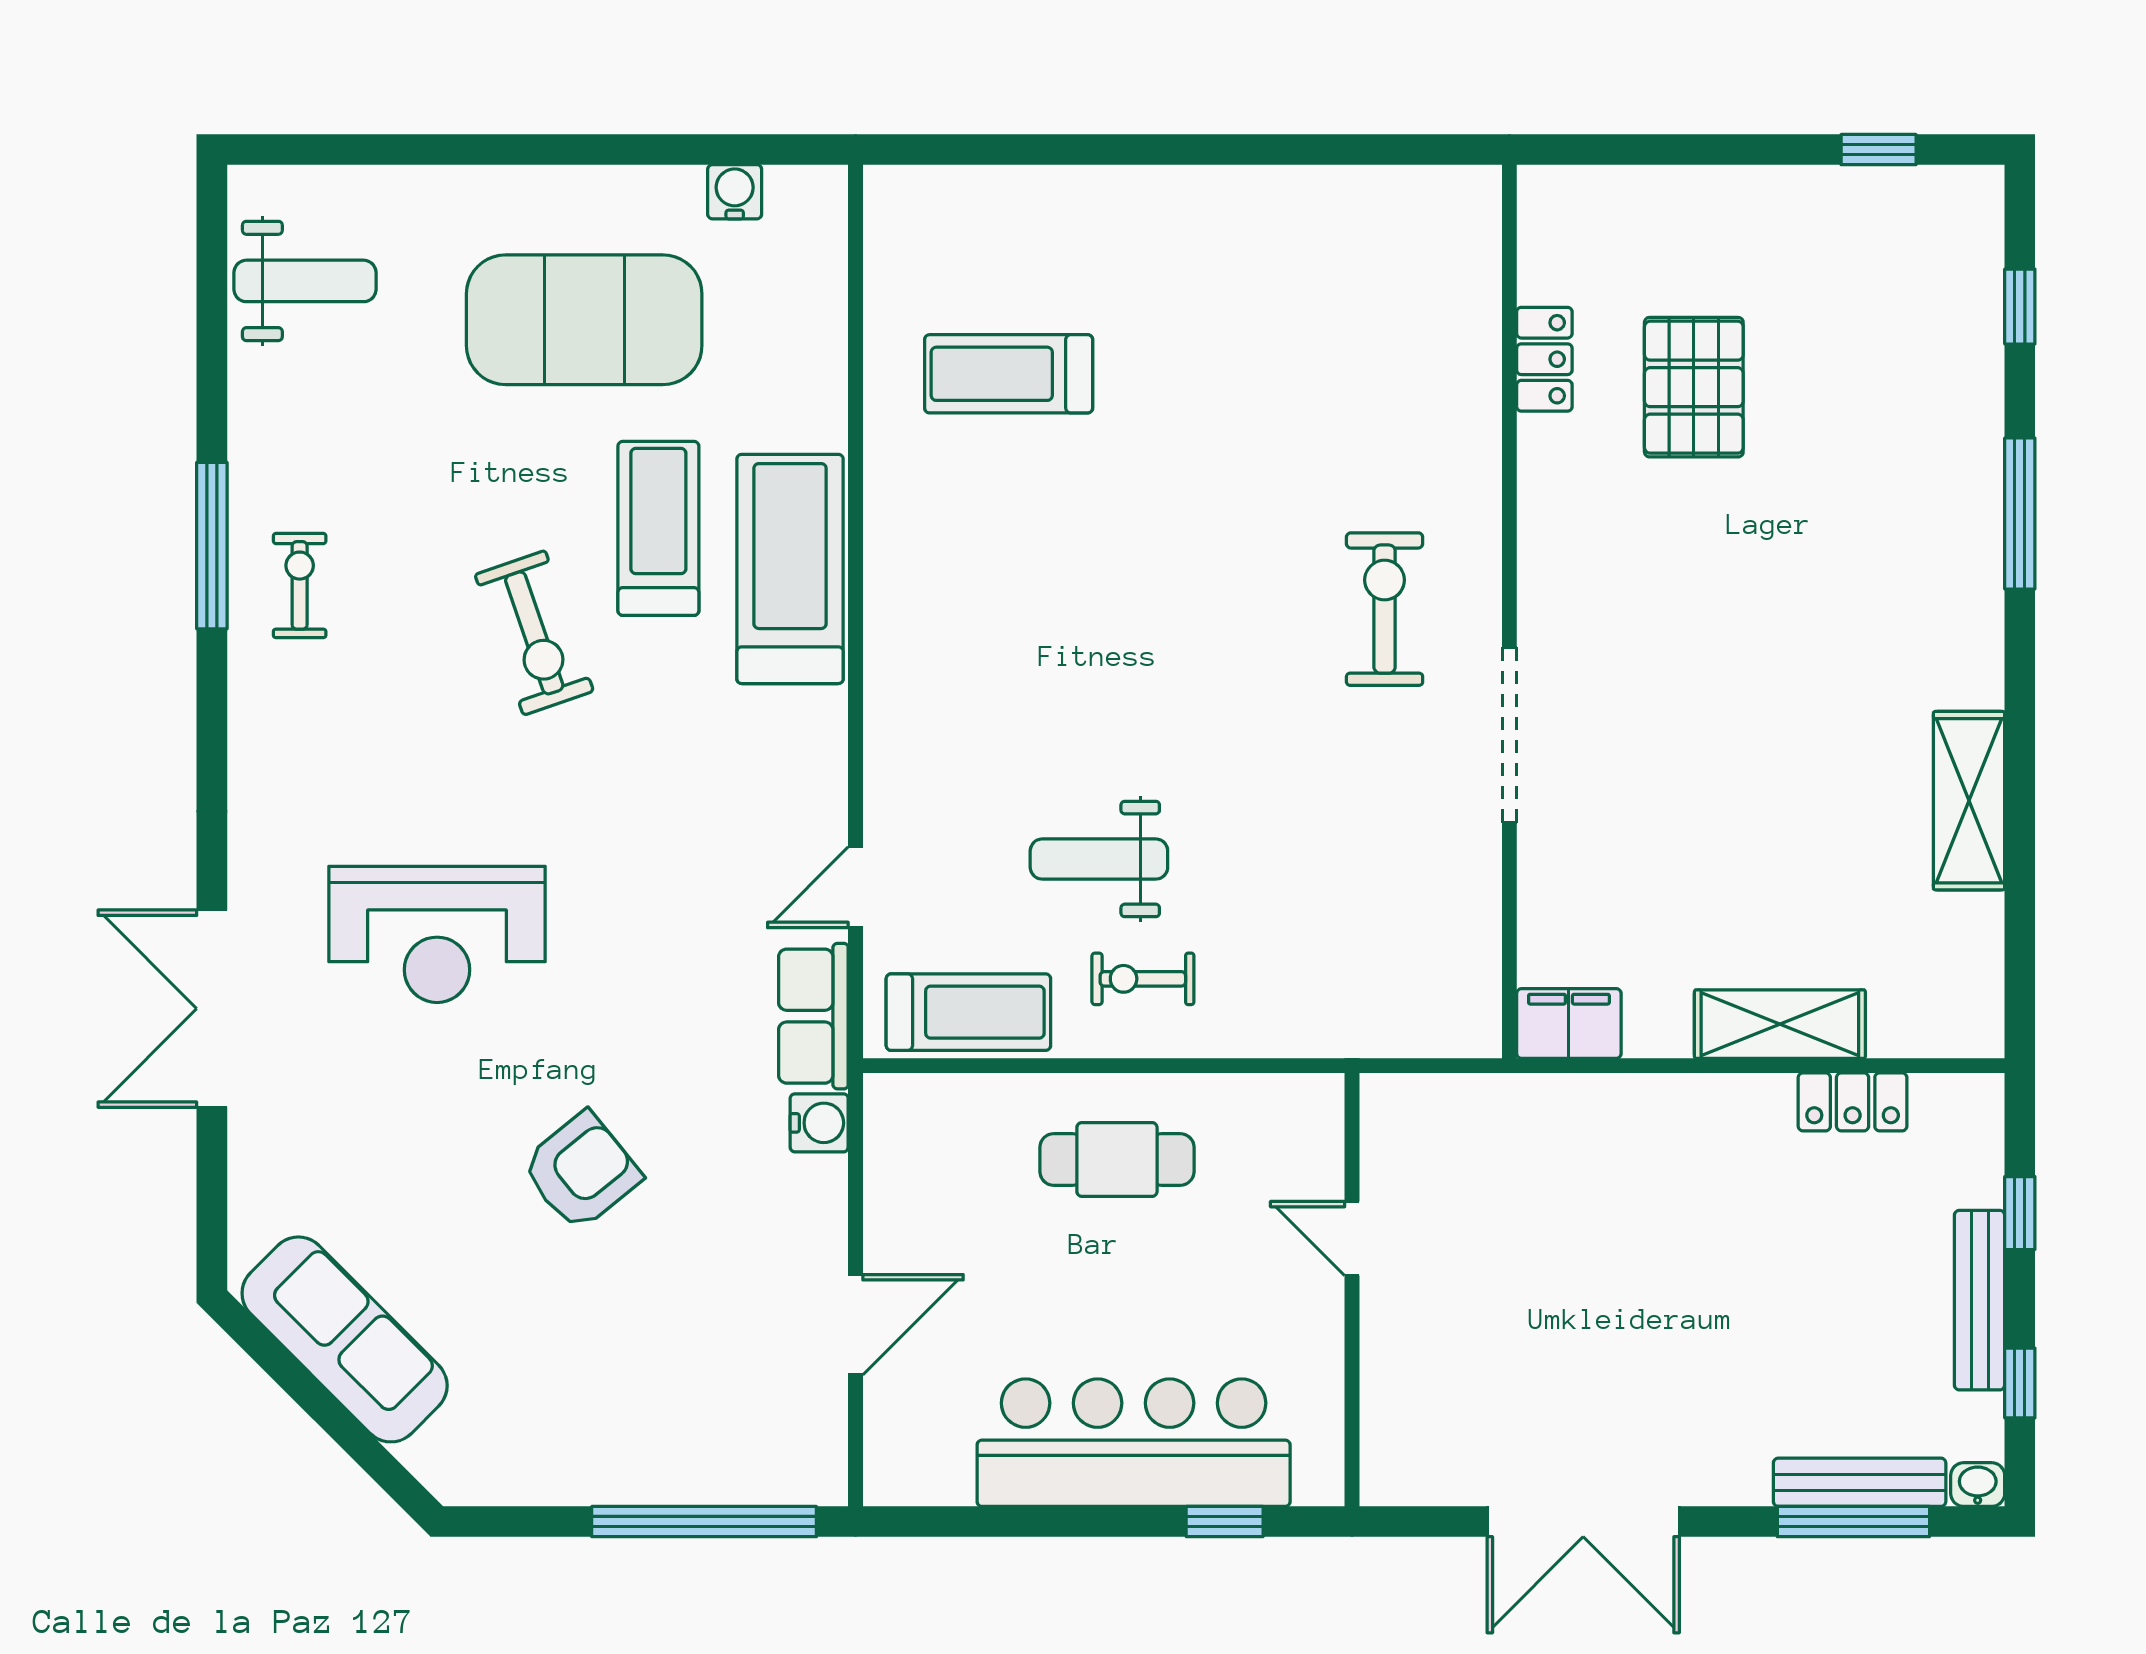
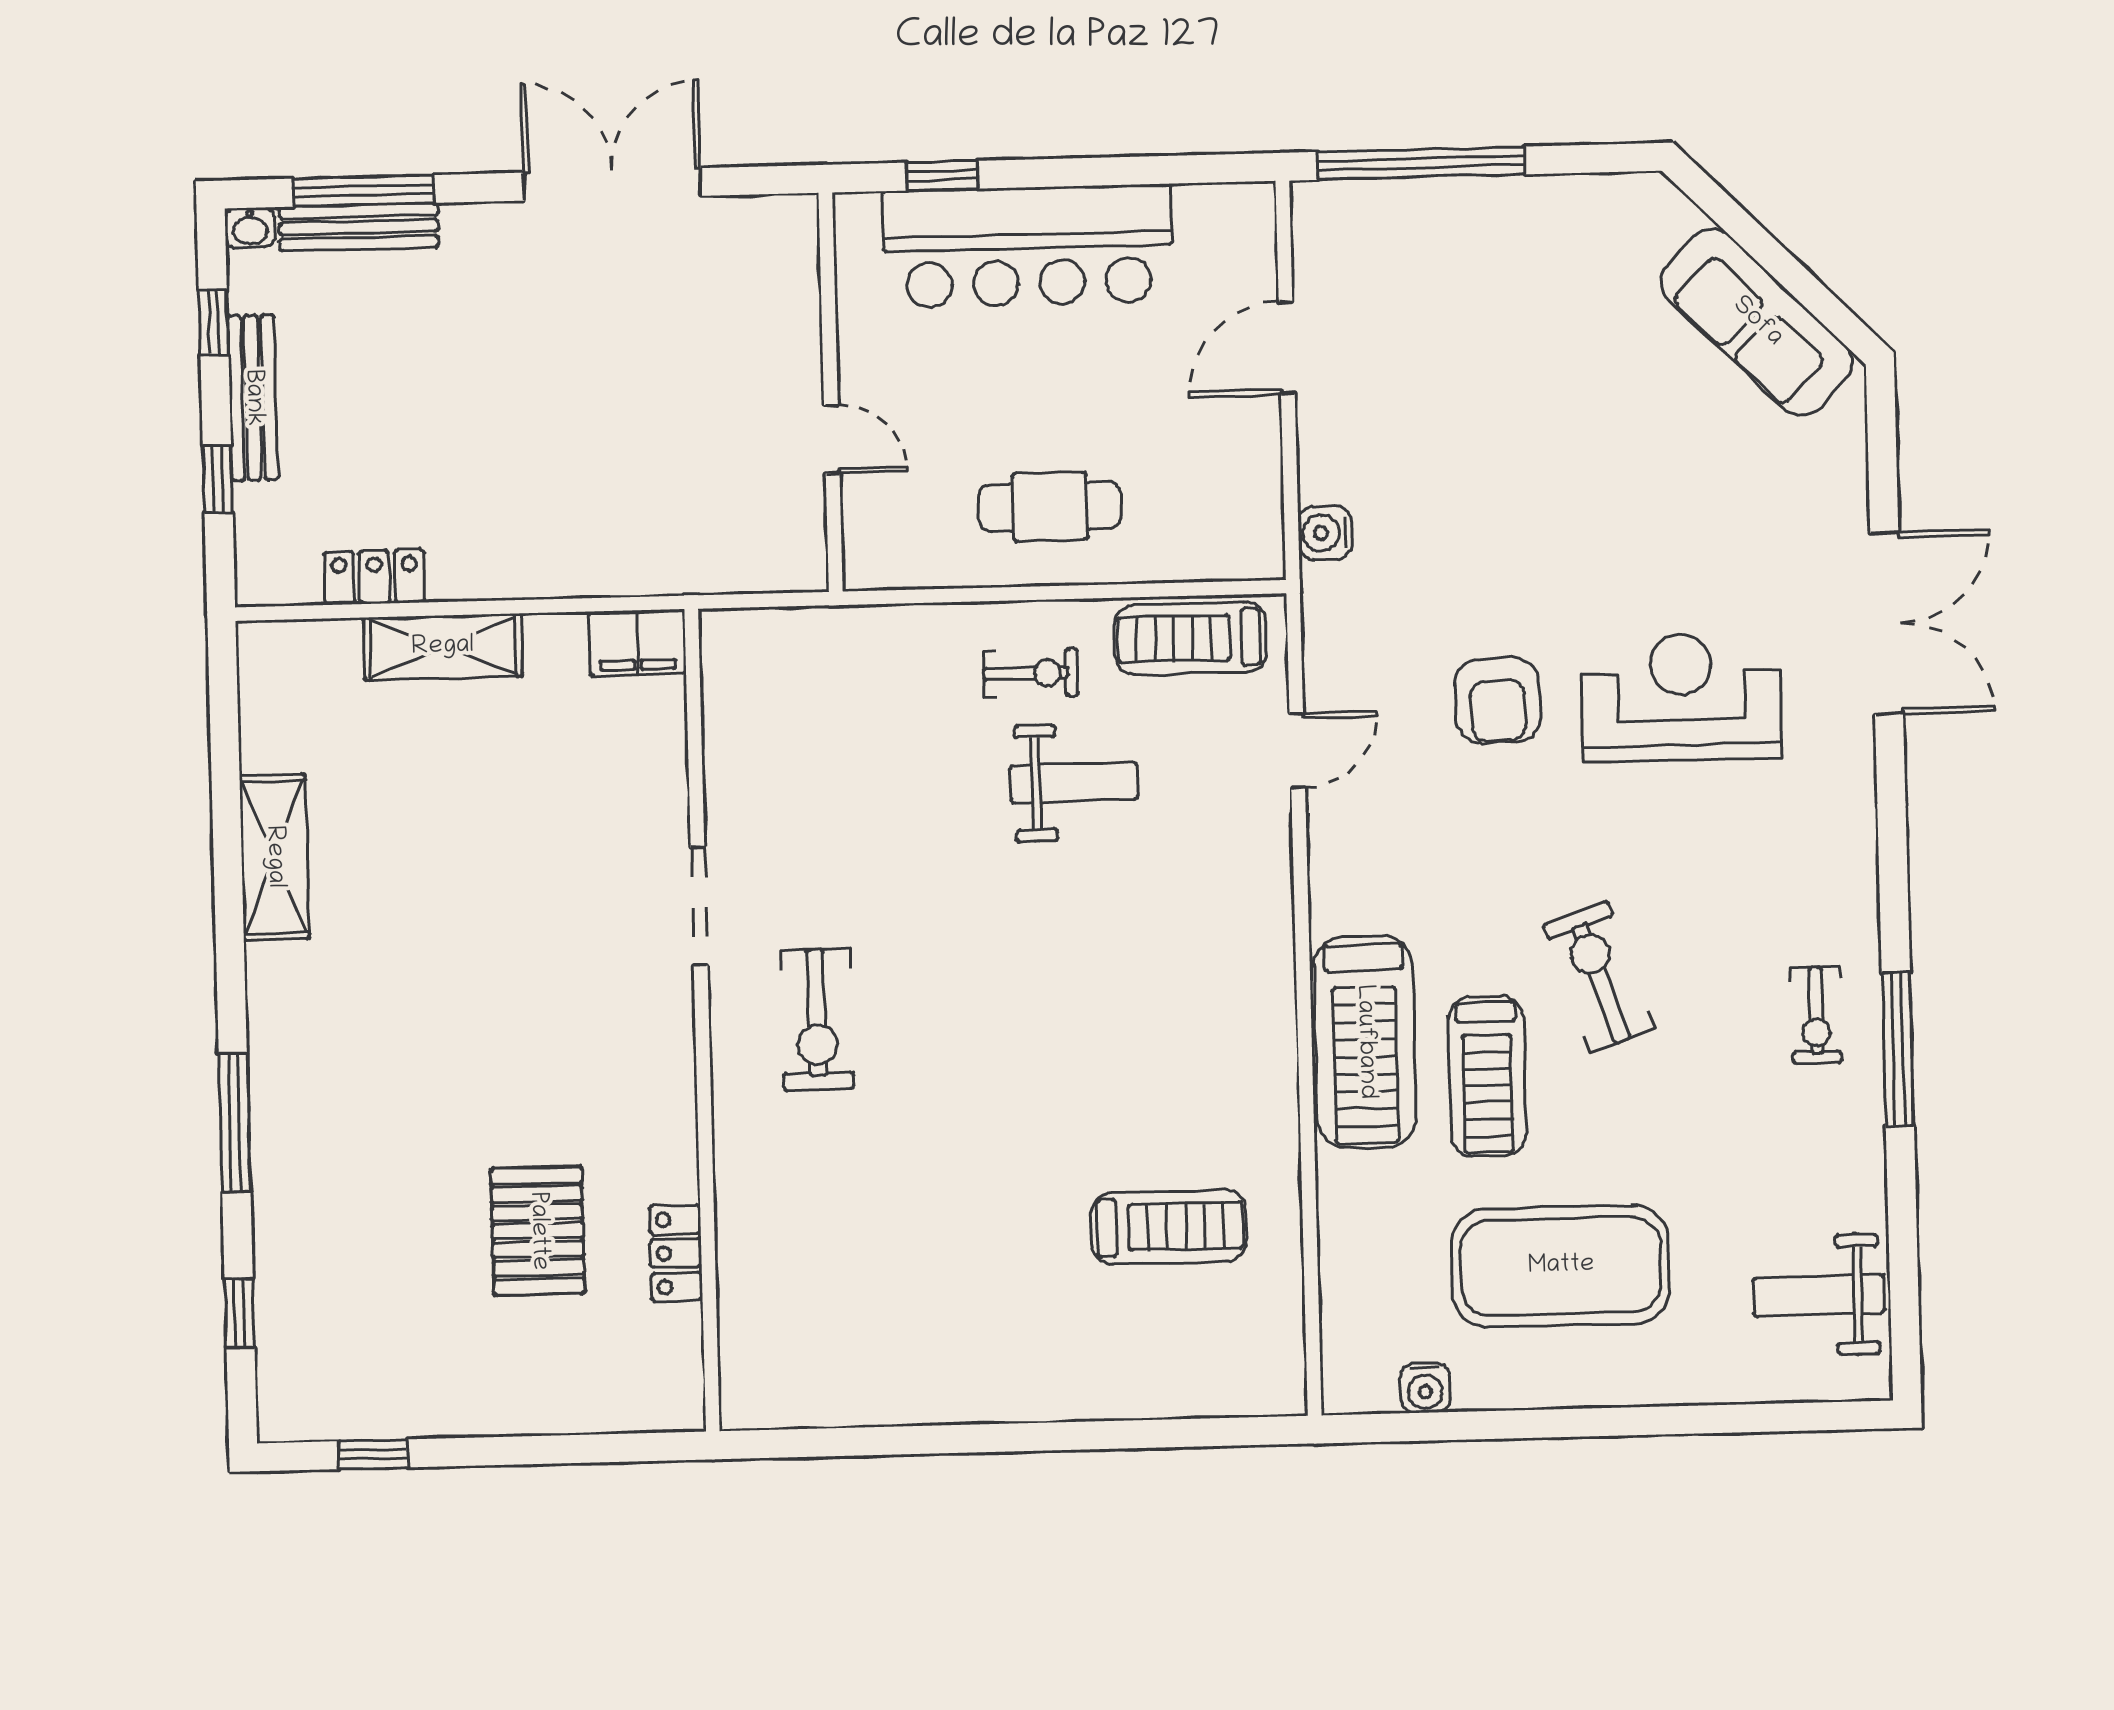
doorway: (1509, 735) -> (699, 907), width x0.73
row of seats: (813, 1016) -> (1333, 631), removed
armchair: (581, 1171) -> (1498, 701), moved, turned -53

